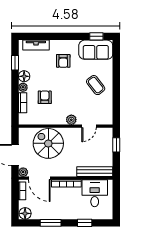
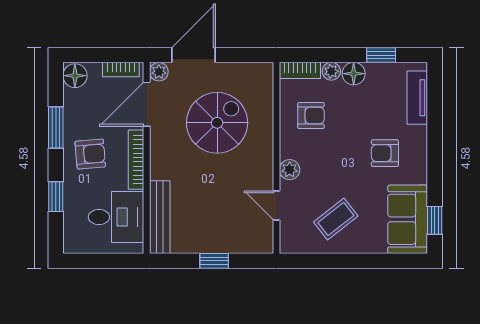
plant: (71, 120) -> (290, 170), moved
wall: (66, 126) -> (276, 158), moved
door: (89, 126) -> (276, 205), moved
armchair: (64, 206) -> (90, 154), added

